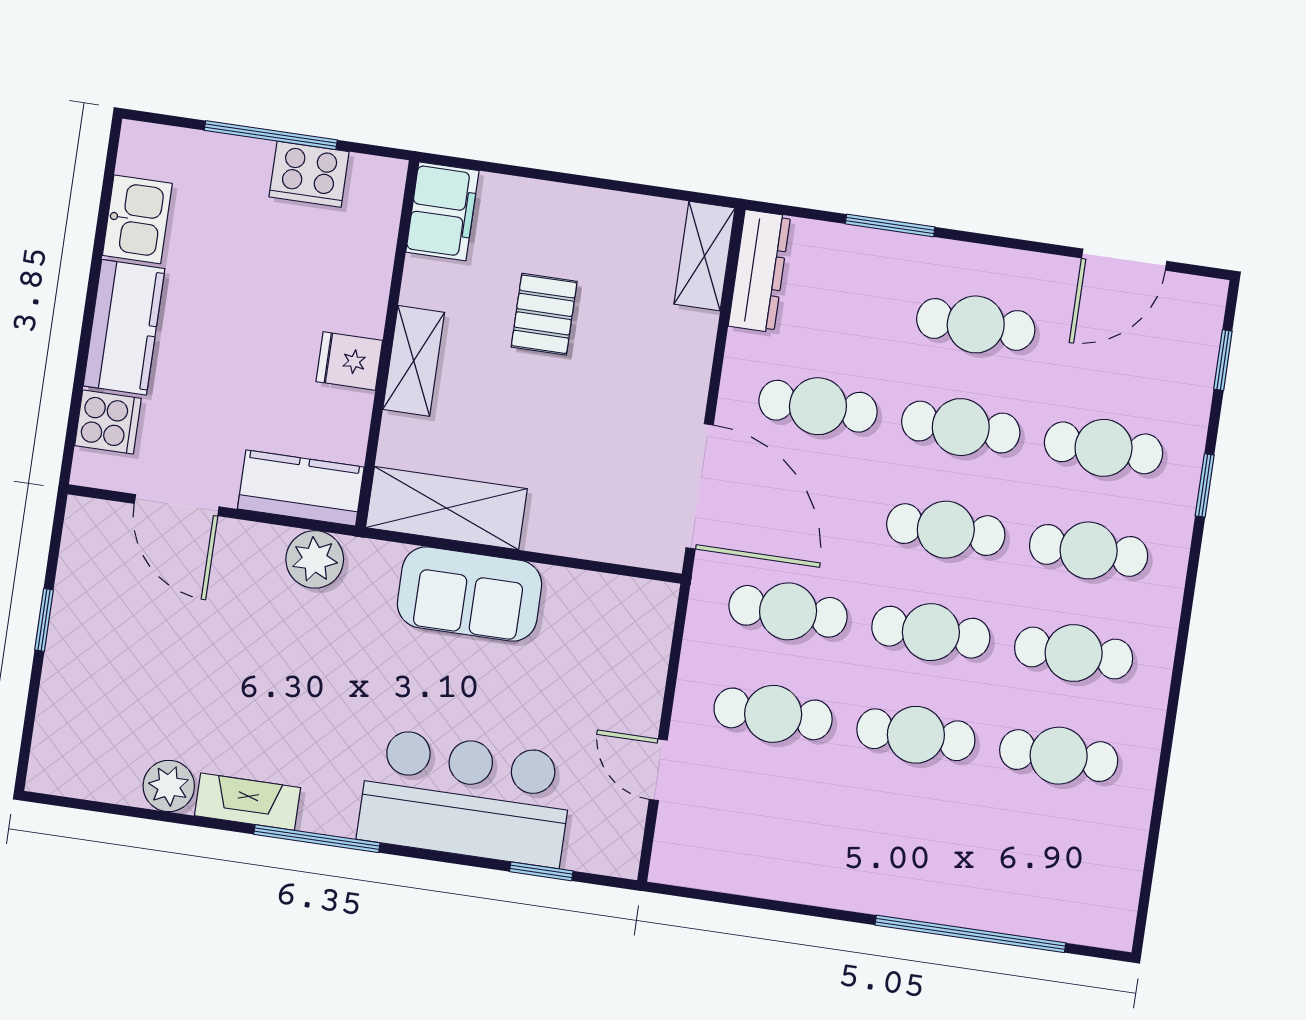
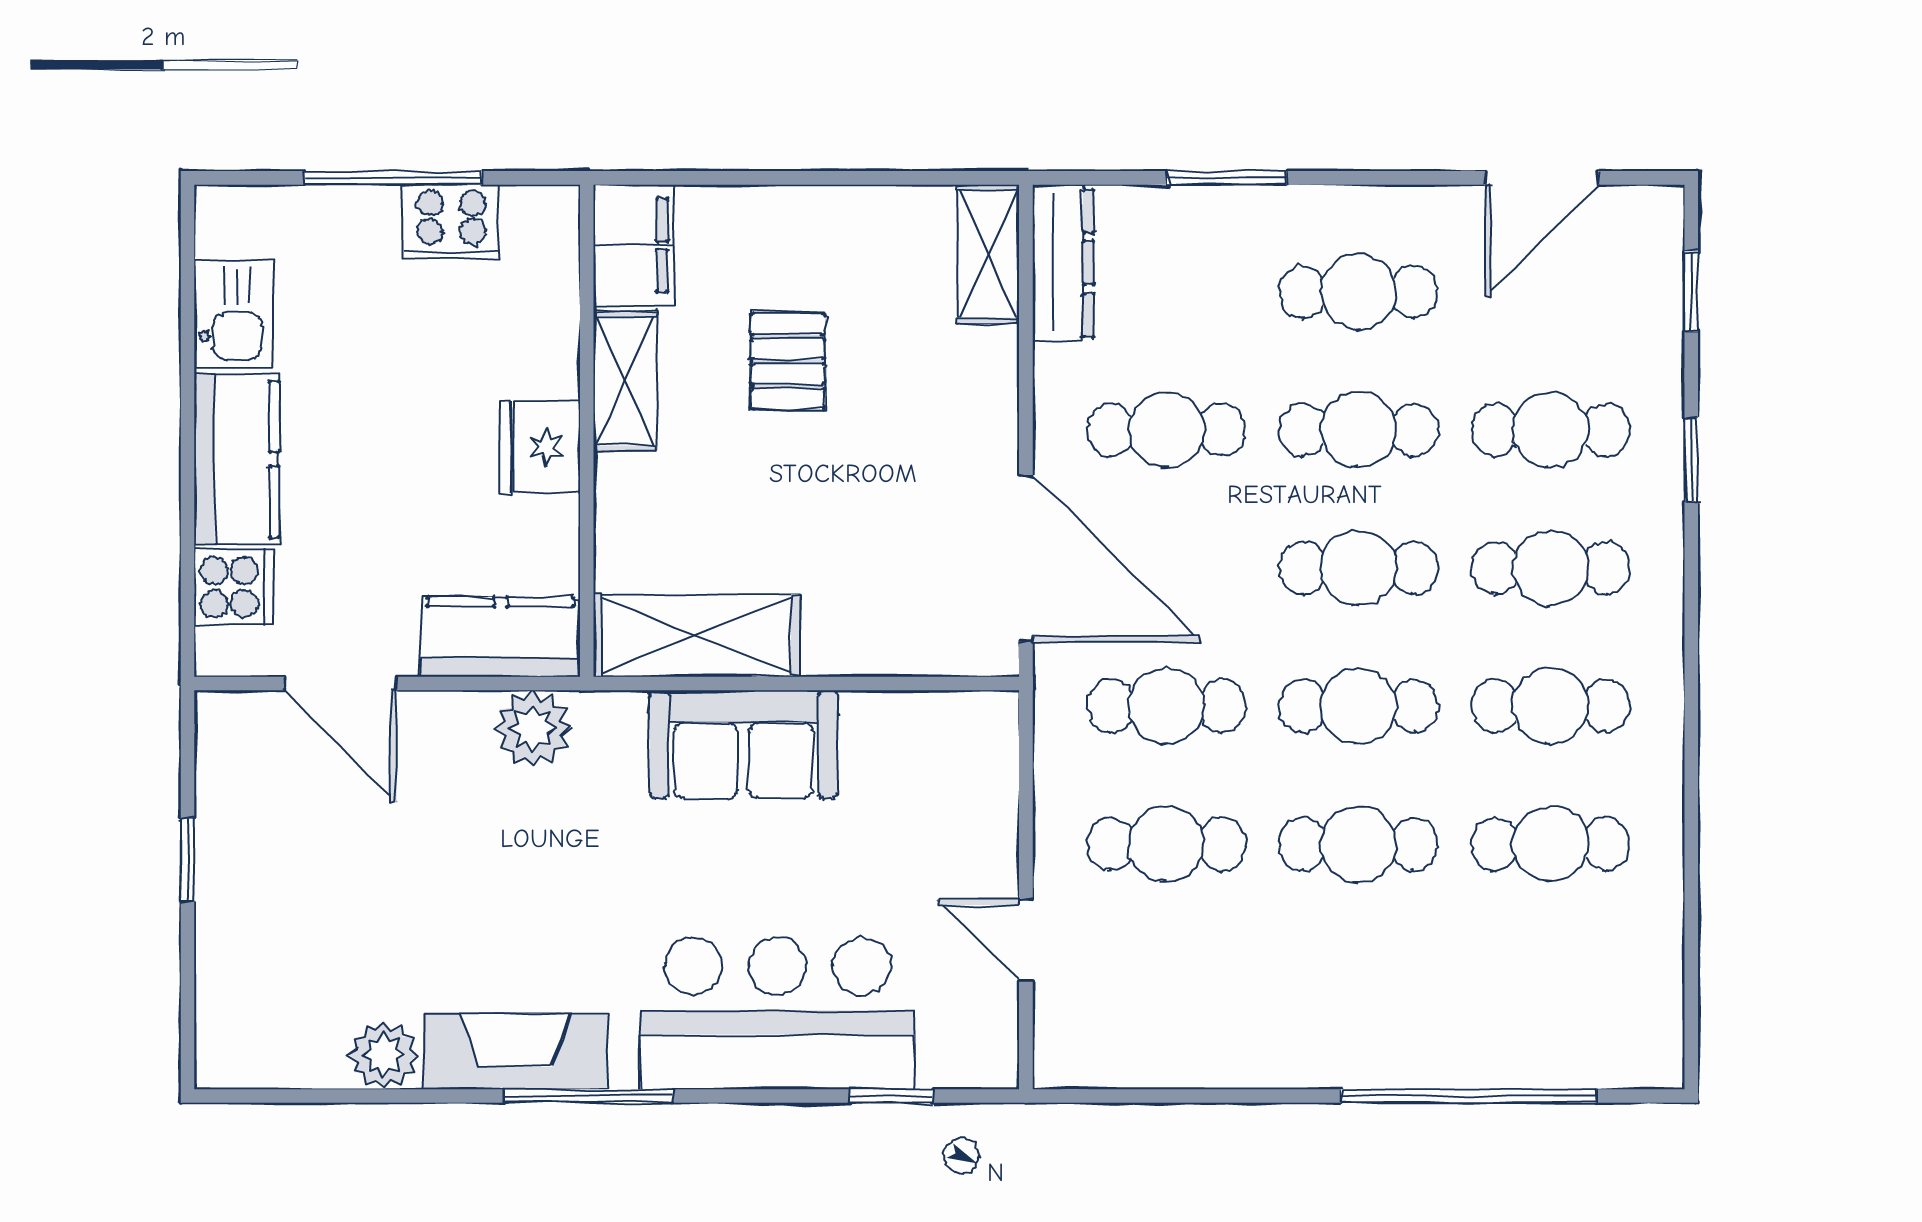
fridge: (349, 361) -> (540, 447), width x1.38
shelving: (414, 361) -> (625, 381), moved
fireplace: (248, 802) -> (516, 1051), width x1.37, depth x1.32

